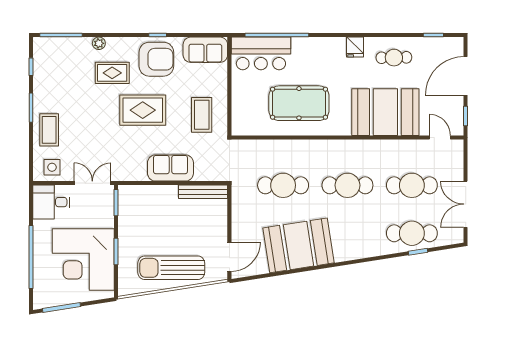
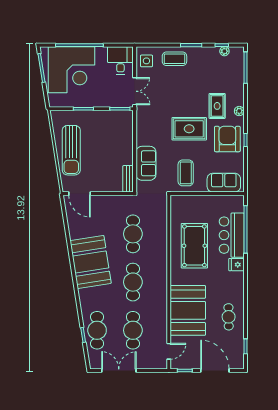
plant: (99, 43) -> (239, 111), moved
fridge: (355, 47) -> (236, 265), moved
sofa: (205, 50) -> (224, 183), moved, turned 90
bar counter: (261, 53) -> (232, 235), moved
armchair: (156, 59) -> (227, 139), turned 180
plant: (39, 63) -> (224, 51), added
rug: (143, 110) -> (189, 129), turned 90
coffee table: (202, 115) -> (186, 173), turned 90
sofa: (170, 168) -> (146, 163), moved
bench: (203, 192) -> (128, 179), width x0.73
booth: (298, 245) -> (91, 262), moved
corner desk: (83, 259) -> (71, 70), moved, turned 180
sun lounger: (171, 268) -> (71, 150), turned 180

